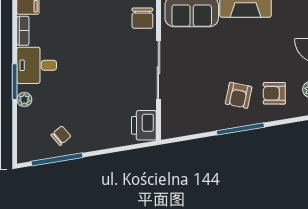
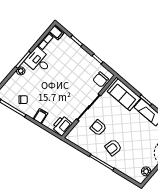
armchair: (274, 93) -> (98, 128), moved
filing cabinet: (104, 138) -> (40, 116), added

